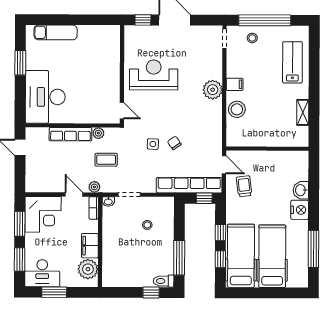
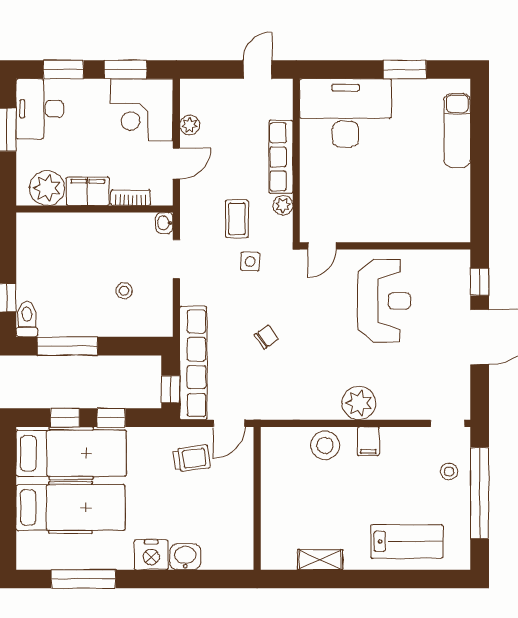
side table: (153, 144) -> (250, 262), moved
plant: (94, 187) -> (190, 125), moved
bookcase: (94, 208) -> (131, 198), moved

